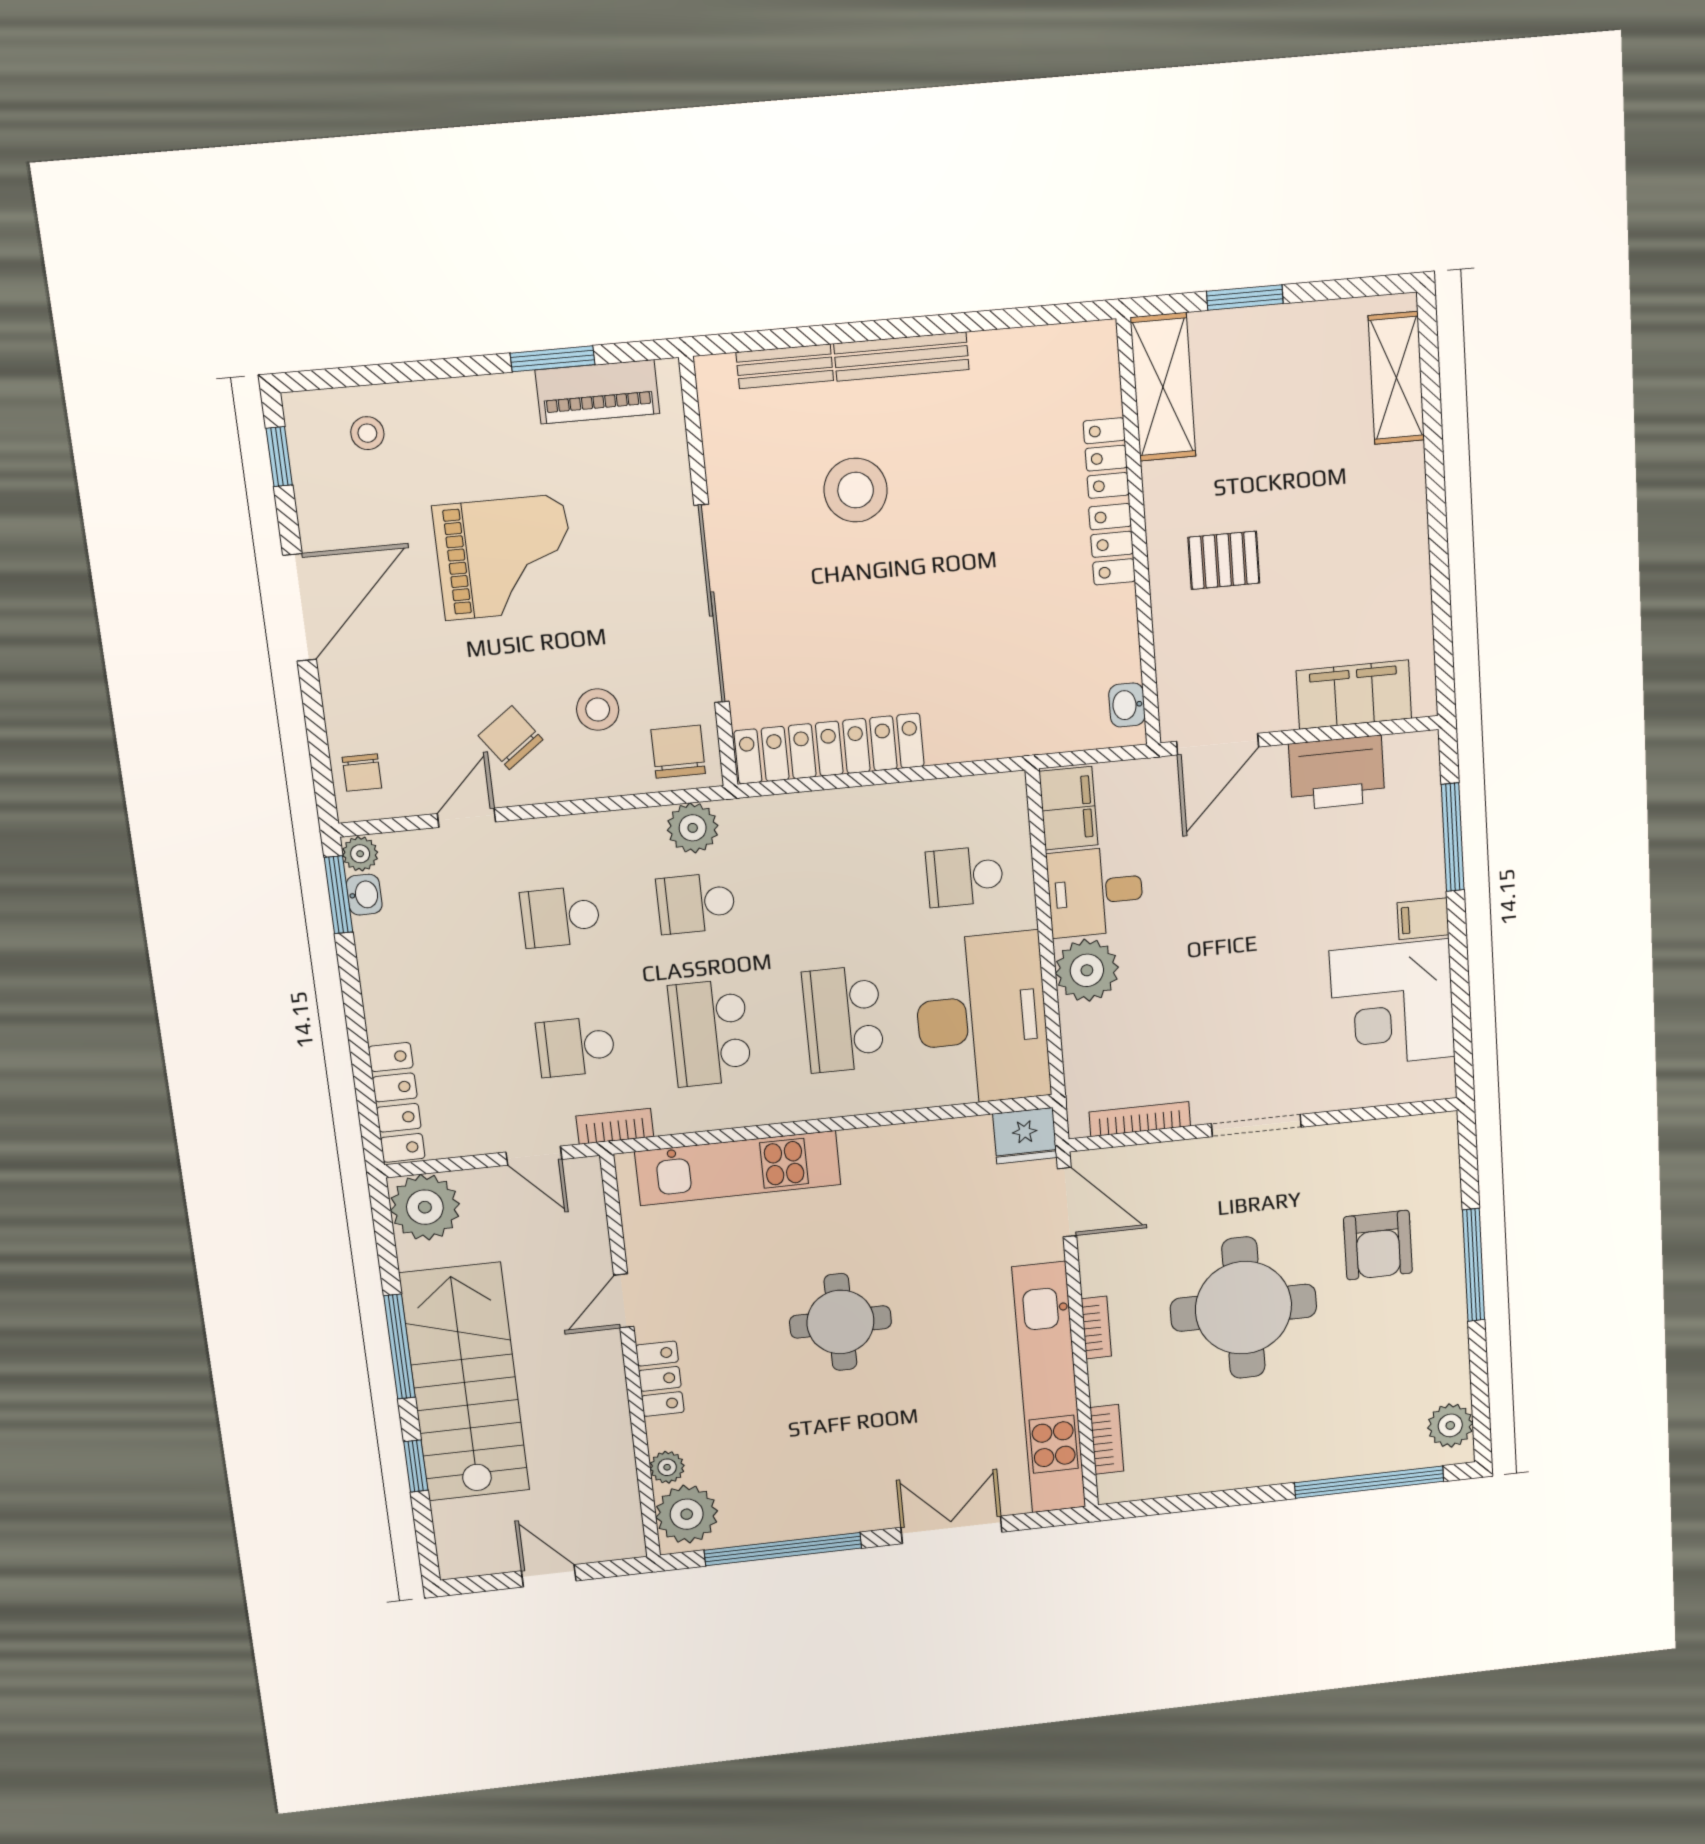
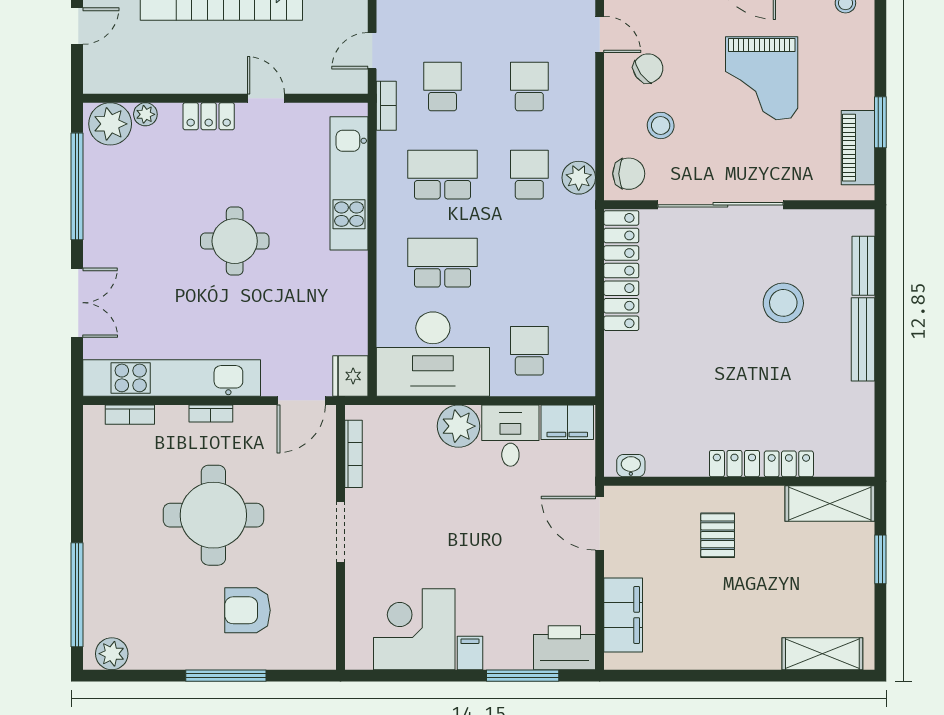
printer: (1337, 773) -> (564, 648), moved, turned 90

